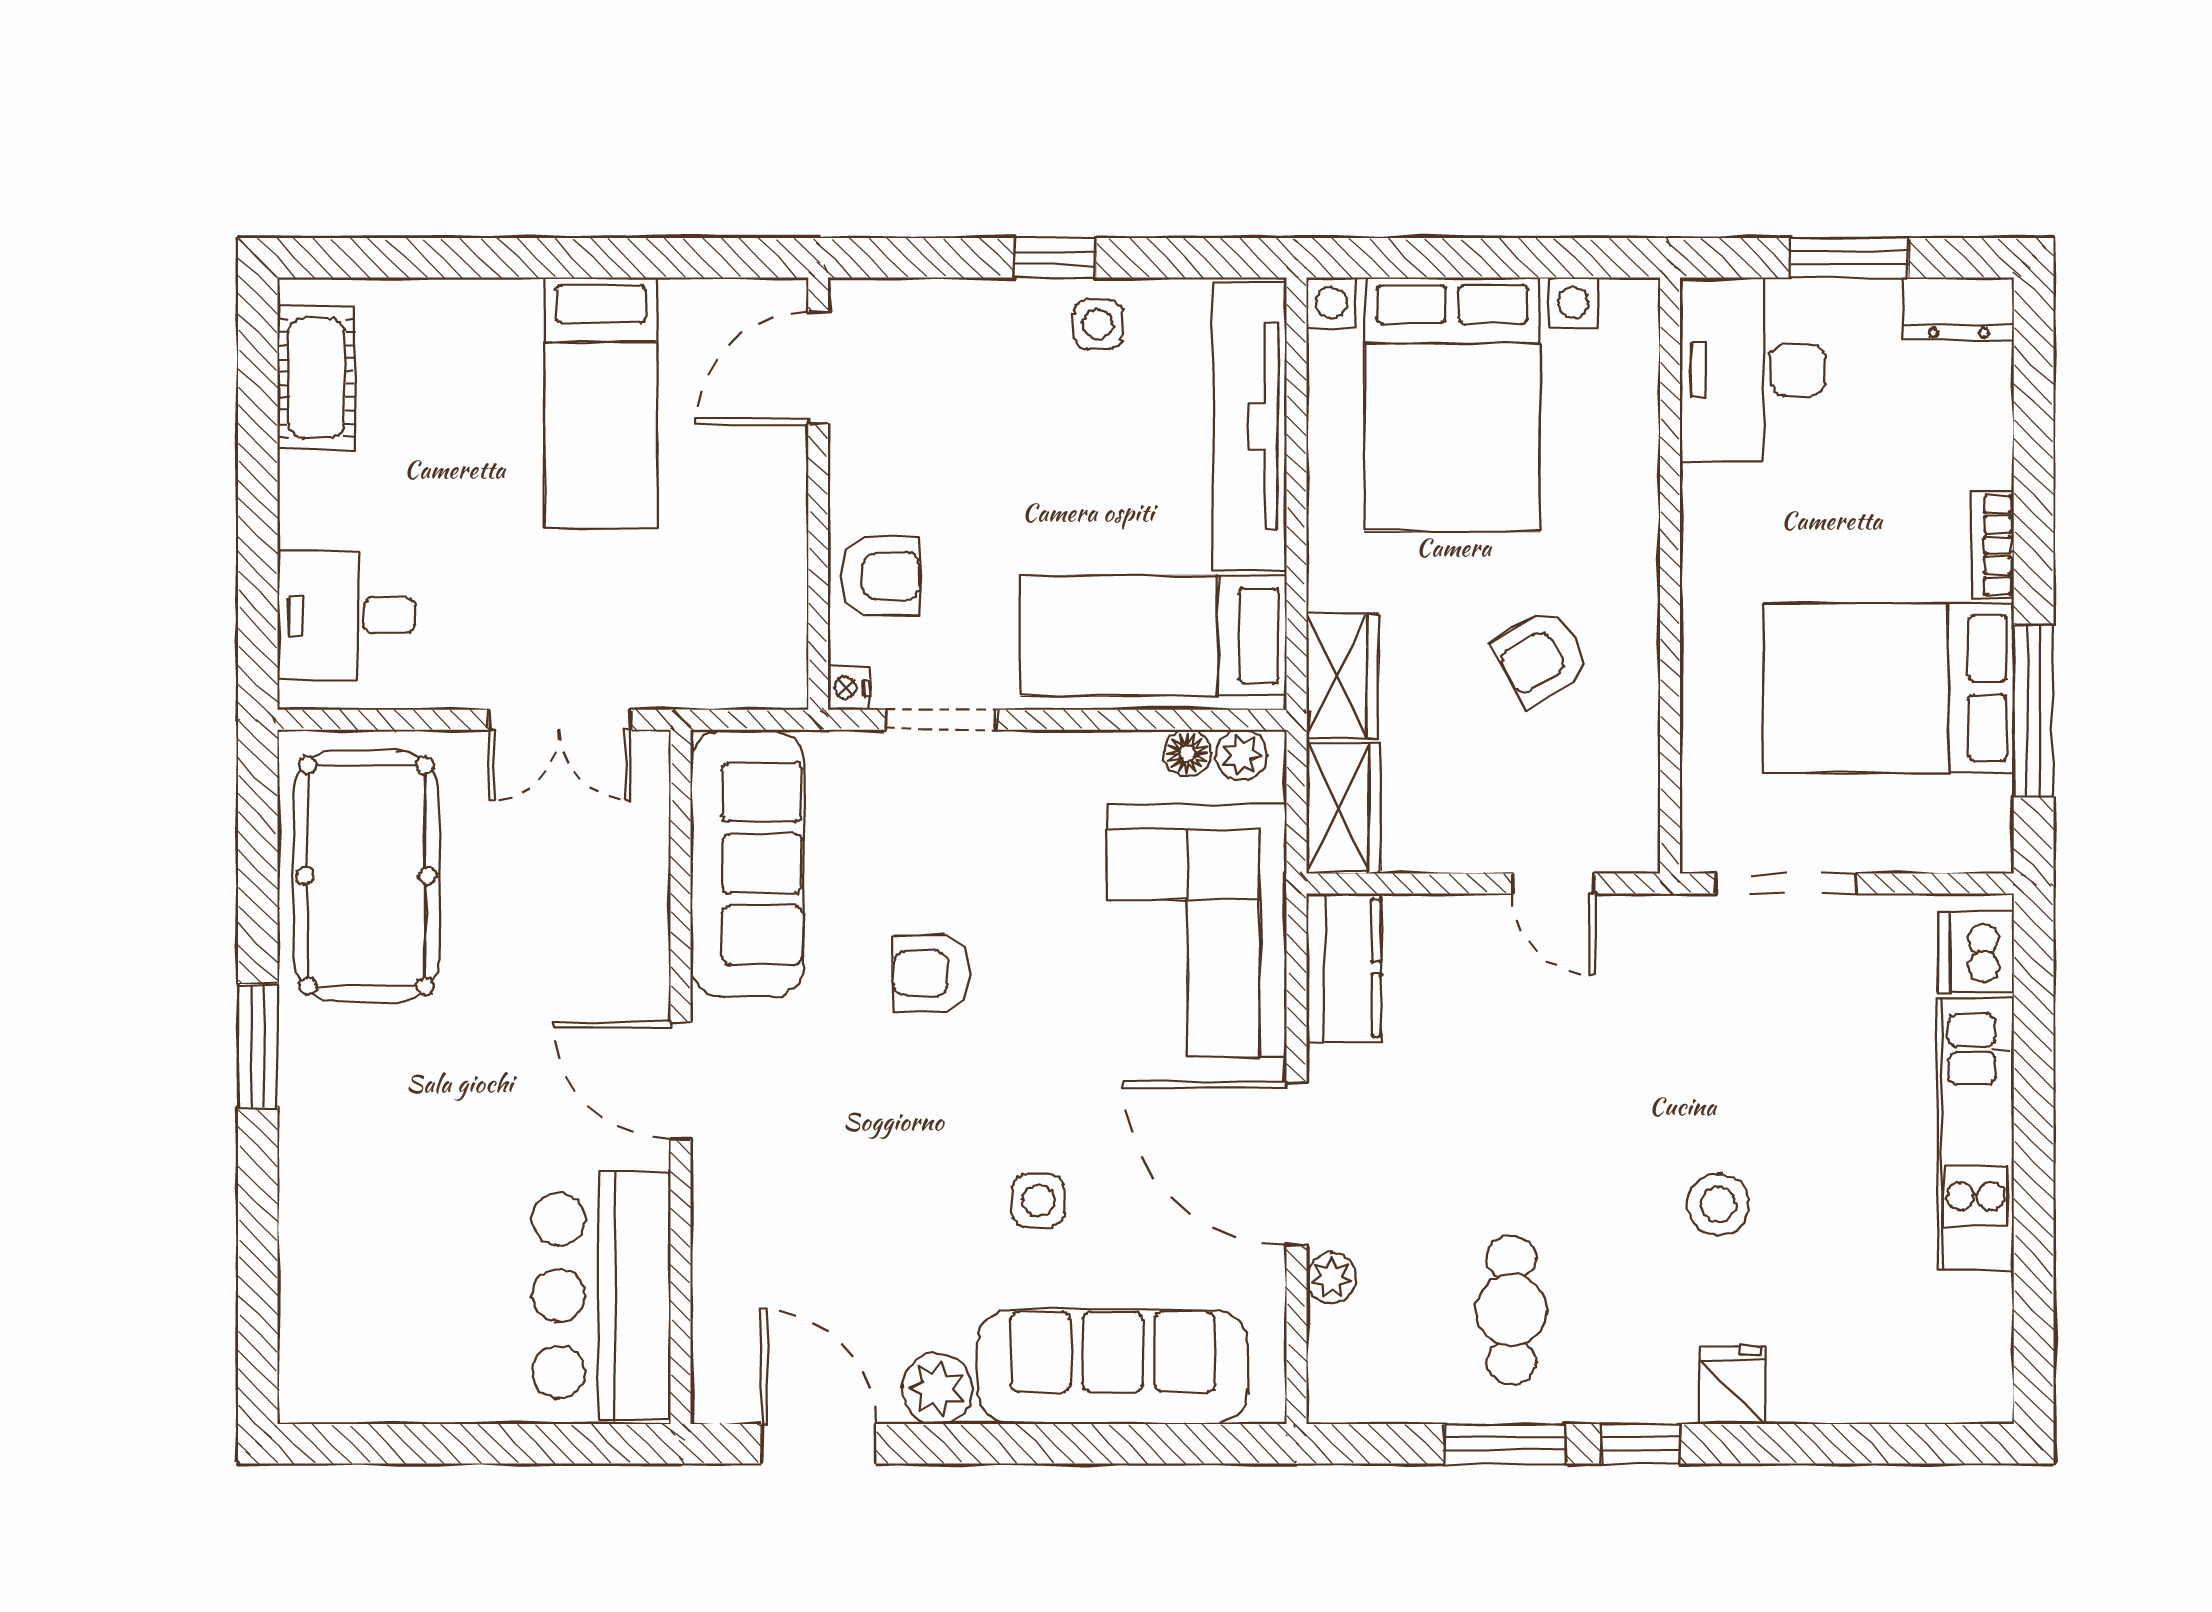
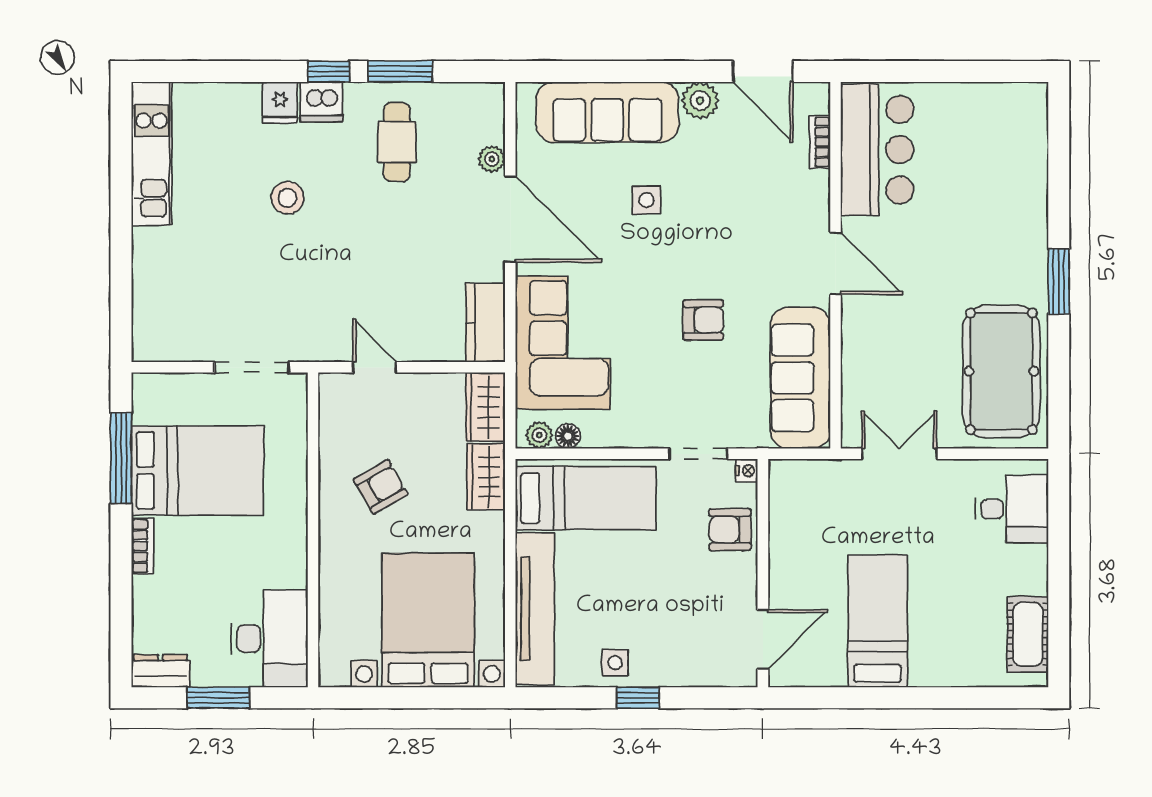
dishwasher: (1976, 952) -> (321, 102), moved, turned 90
kitchen unit: (1976, 1134) -> (152, 154), moved
bookcase: (710, 1310) -> (820, 142), added

